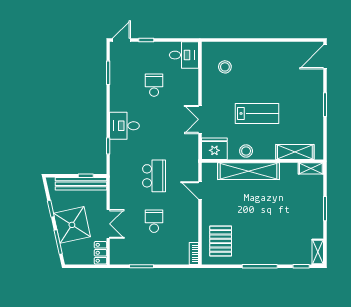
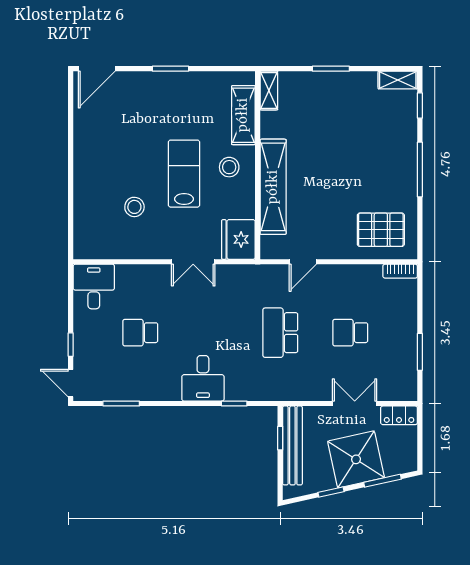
door: (325, 57) -> (97, 69), hinge flipped
stool: (225, 67) -> (134, 207), moved
stool: (246, 151) -> (229, 167), moved
school desk: (154, 176) -> (280, 333), turned -90

